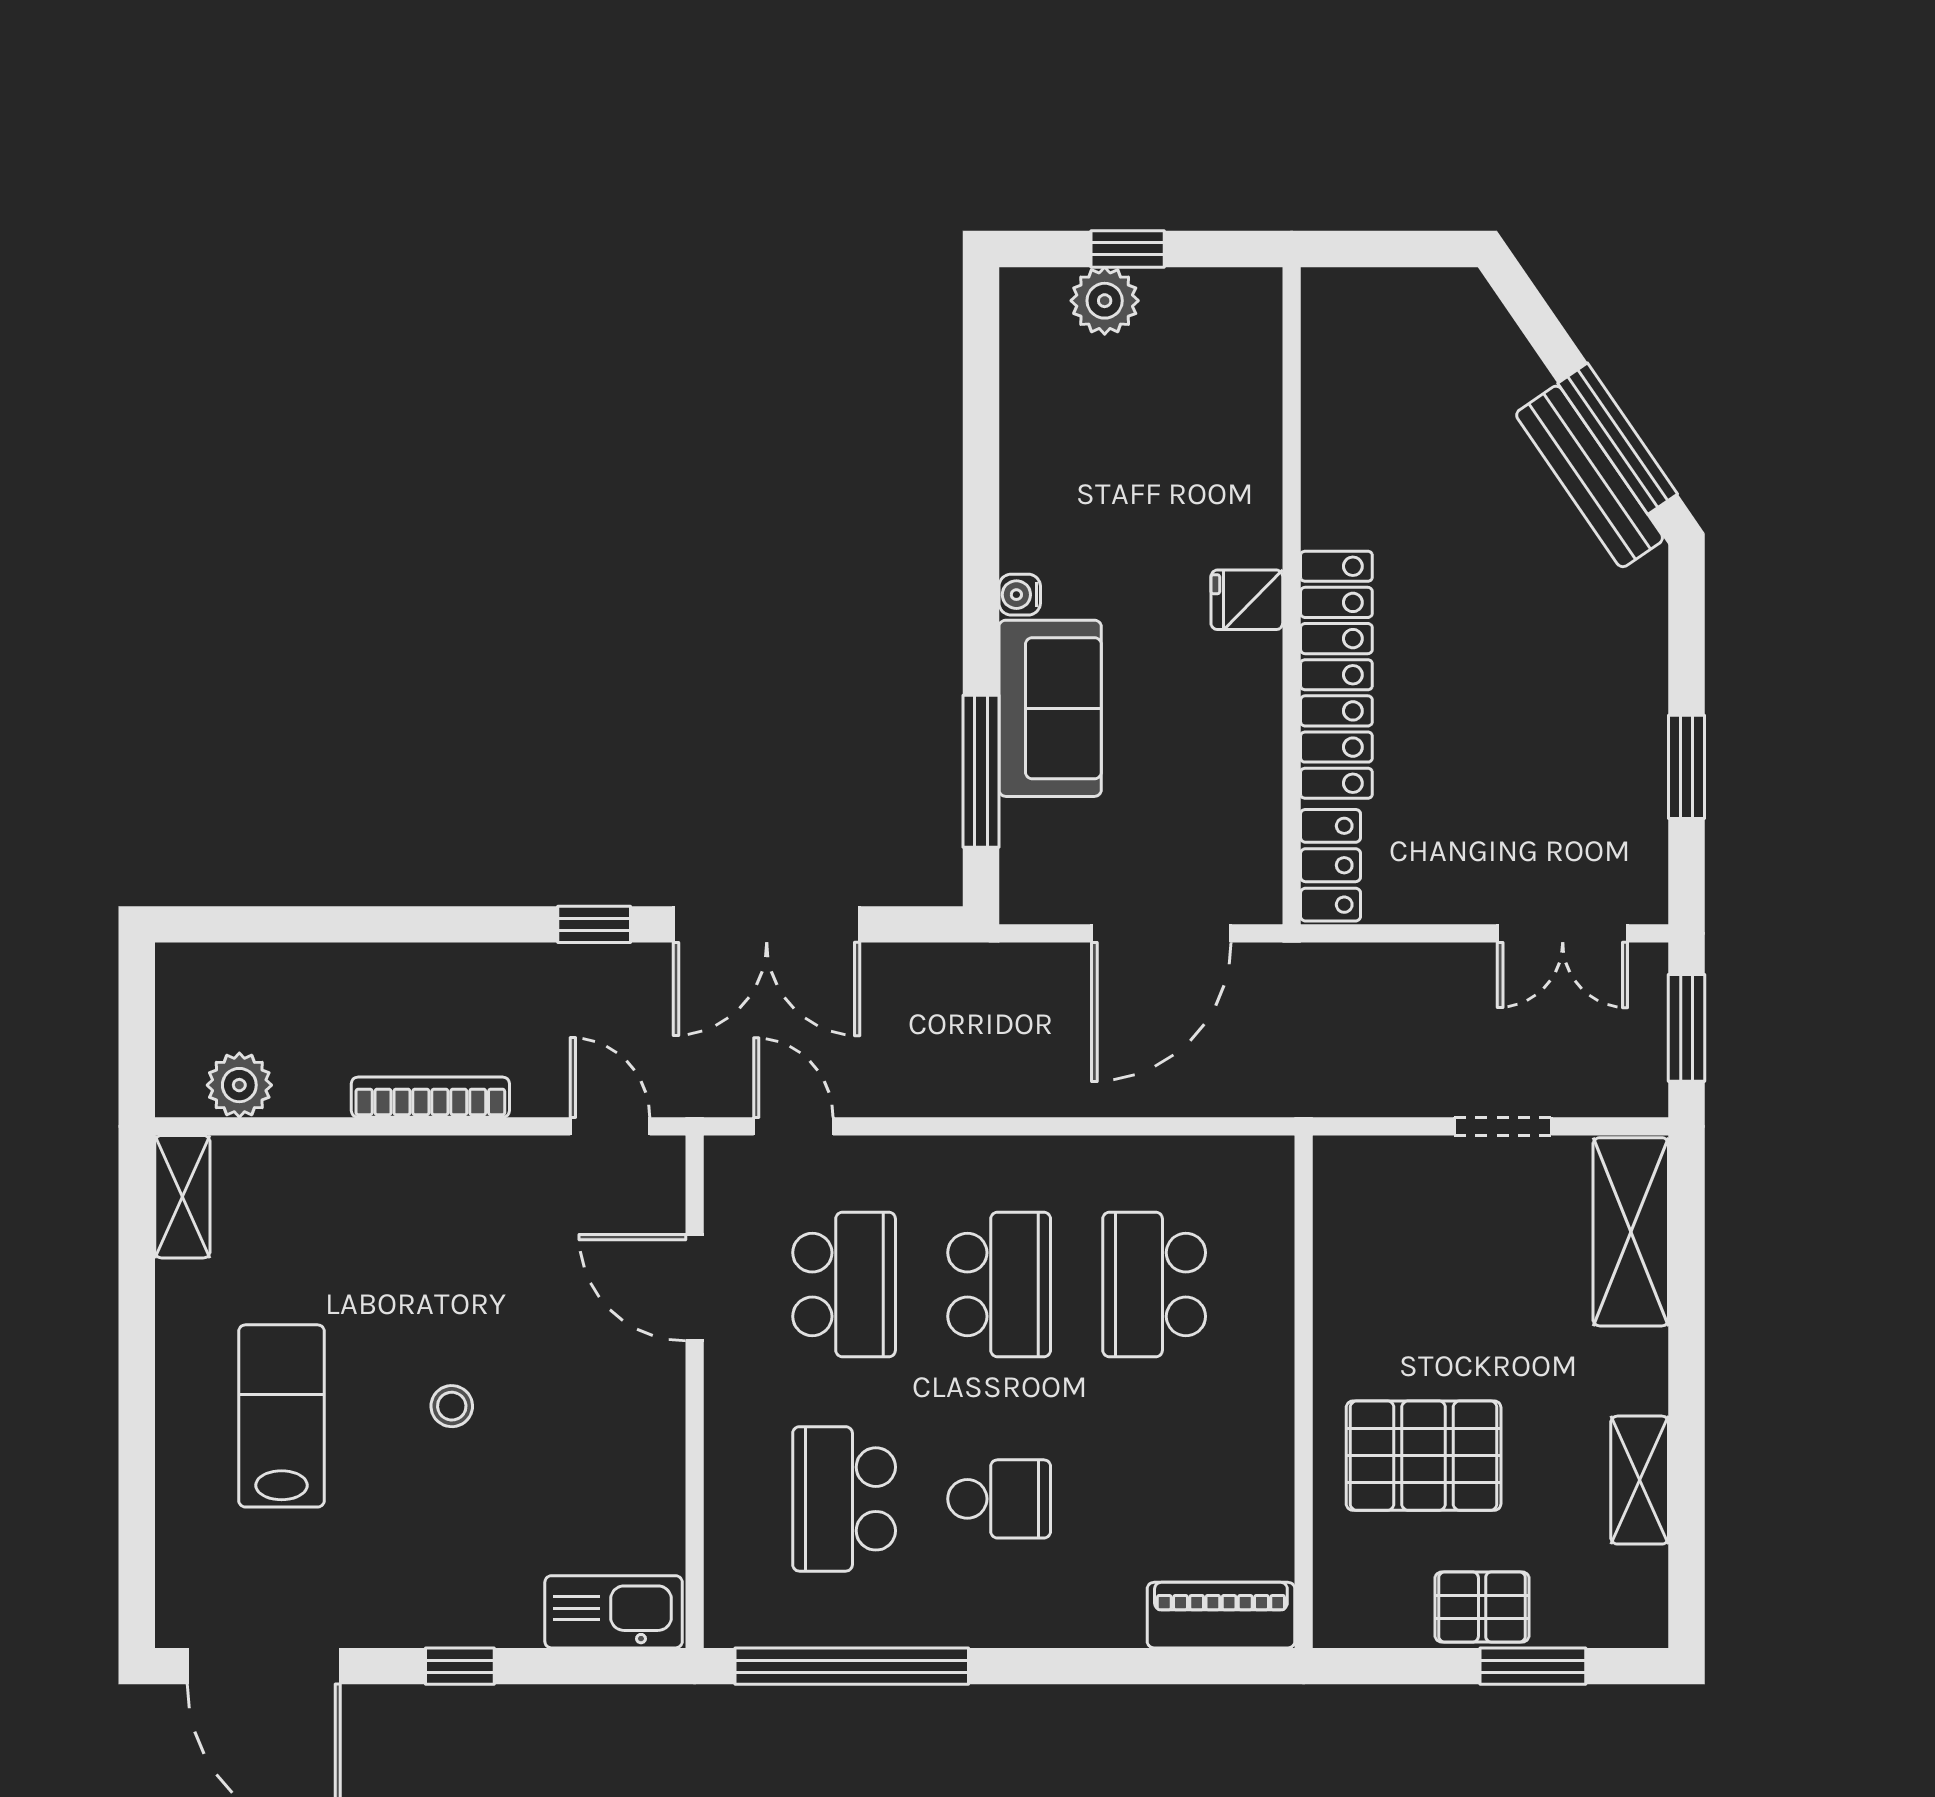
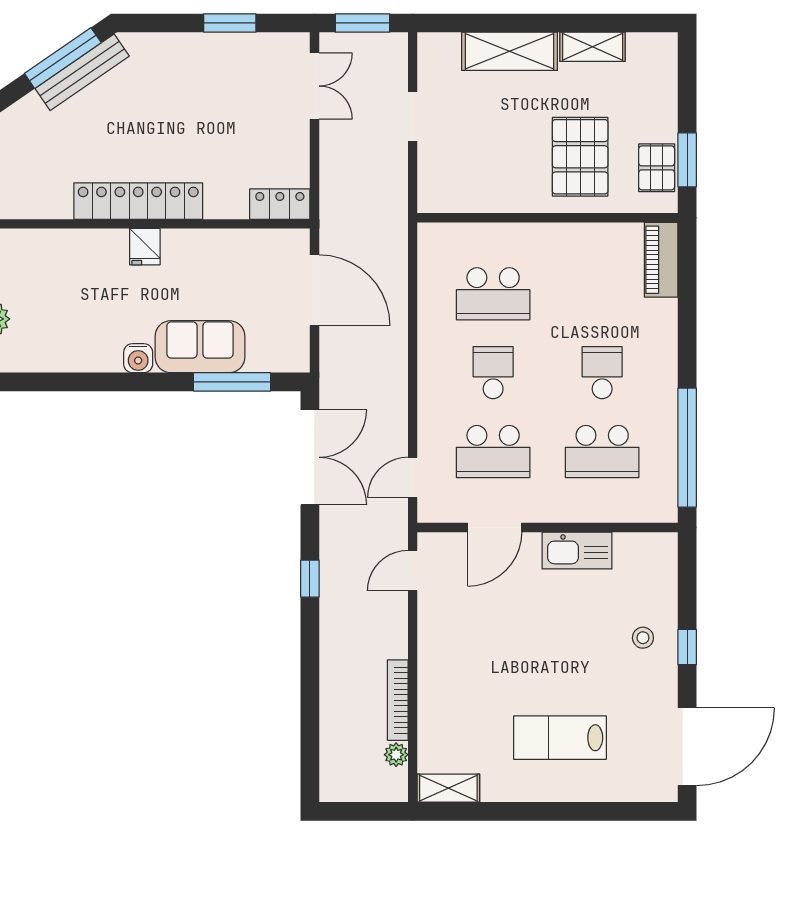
water cooler: (1020, 595) -> (138, 358), width x1.38, depth x1.38
locker: (1336, 675) -> (138, 201), moved
double door: (767, 924) -> (310, 457), moved
plant: (239, 1085) -> (396, 755), width x0.73, depth x0.73
bookcase: (430, 1097) -> (398, 700), moved
shelving: (1631, 1232) -> (510, 51), moved
school desk: (844, 1285) -> (493, 452), turned 180
school desk: (999, 1285) -> (493, 373), width x0.54
stool: (452, 1406) -> (643, 638), moved
pallet: (1482, 1607) -> (657, 168), moved
kitchen sink: (614, 1612) -> (577, 551), moved, turned -90
window: (1533, 1666) -> (687, 160), moved

